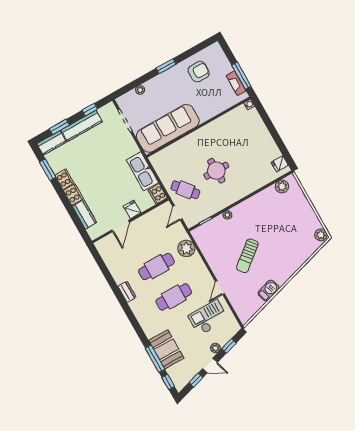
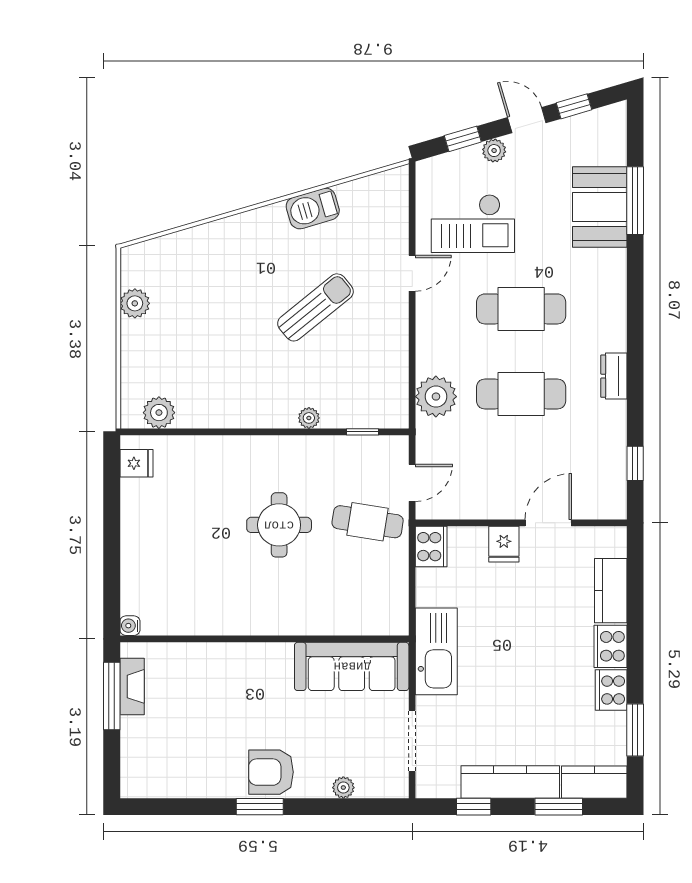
armchair: (199, 72) -> (271, 772), moved
sofa: (168, 128) -> (352, 666), width x0.74, depth x0.79
kitchen sink: (142, 171) -> (436, 651), moved
cafe table: (185, 190) -> (368, 522), turned -42
plant: (321, 235) -> (135, 303), moved
window: (168, 382) -> (635, 463), moved

